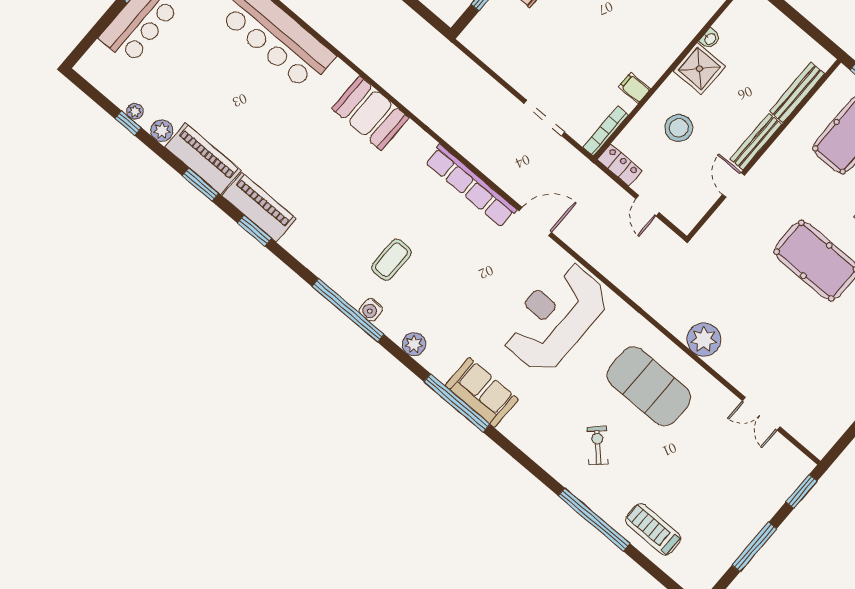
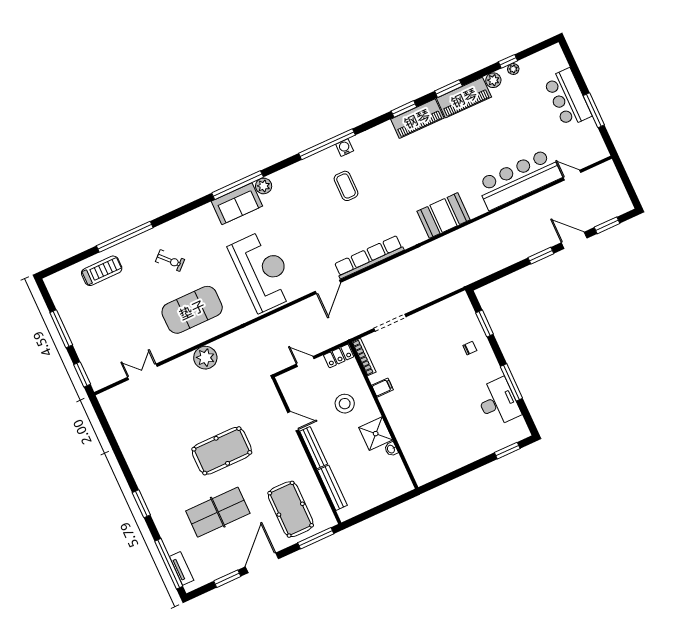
water cooler: (371, 310) -> (345, 148), moved
plant: (414, 344) -> (264, 186), moved

